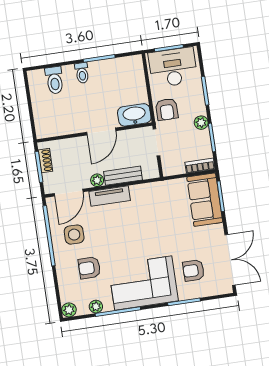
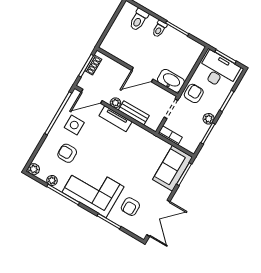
armchair: (167, 109) -> (194, 93), turned 180
bookcase: (200, 166) -> (170, 135), moved
armchair: (194, 270) -> (130, 207), turned -90

